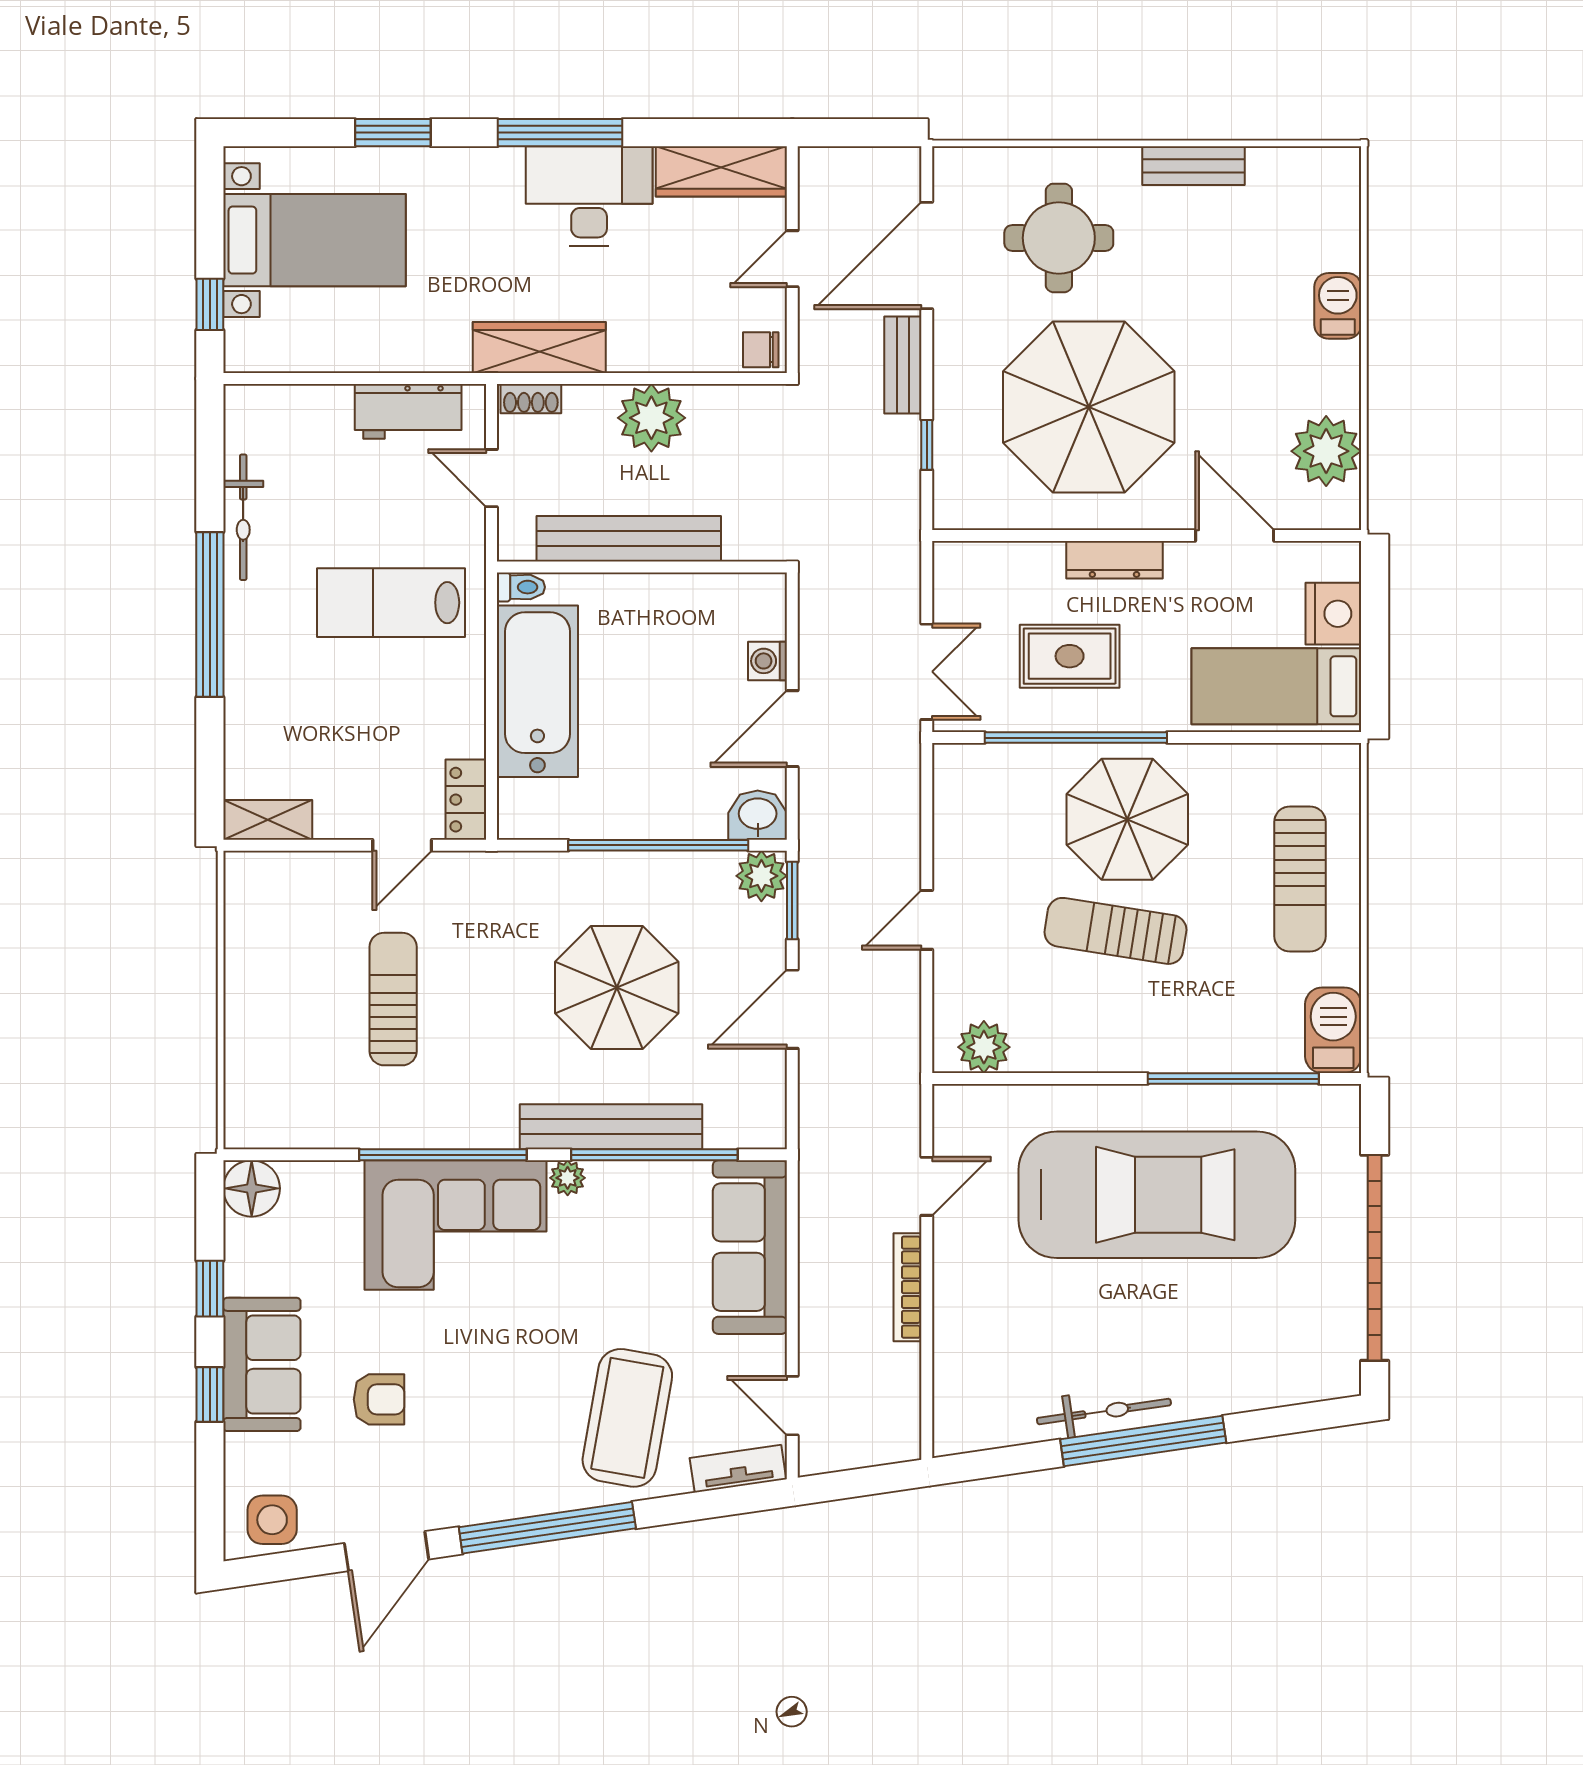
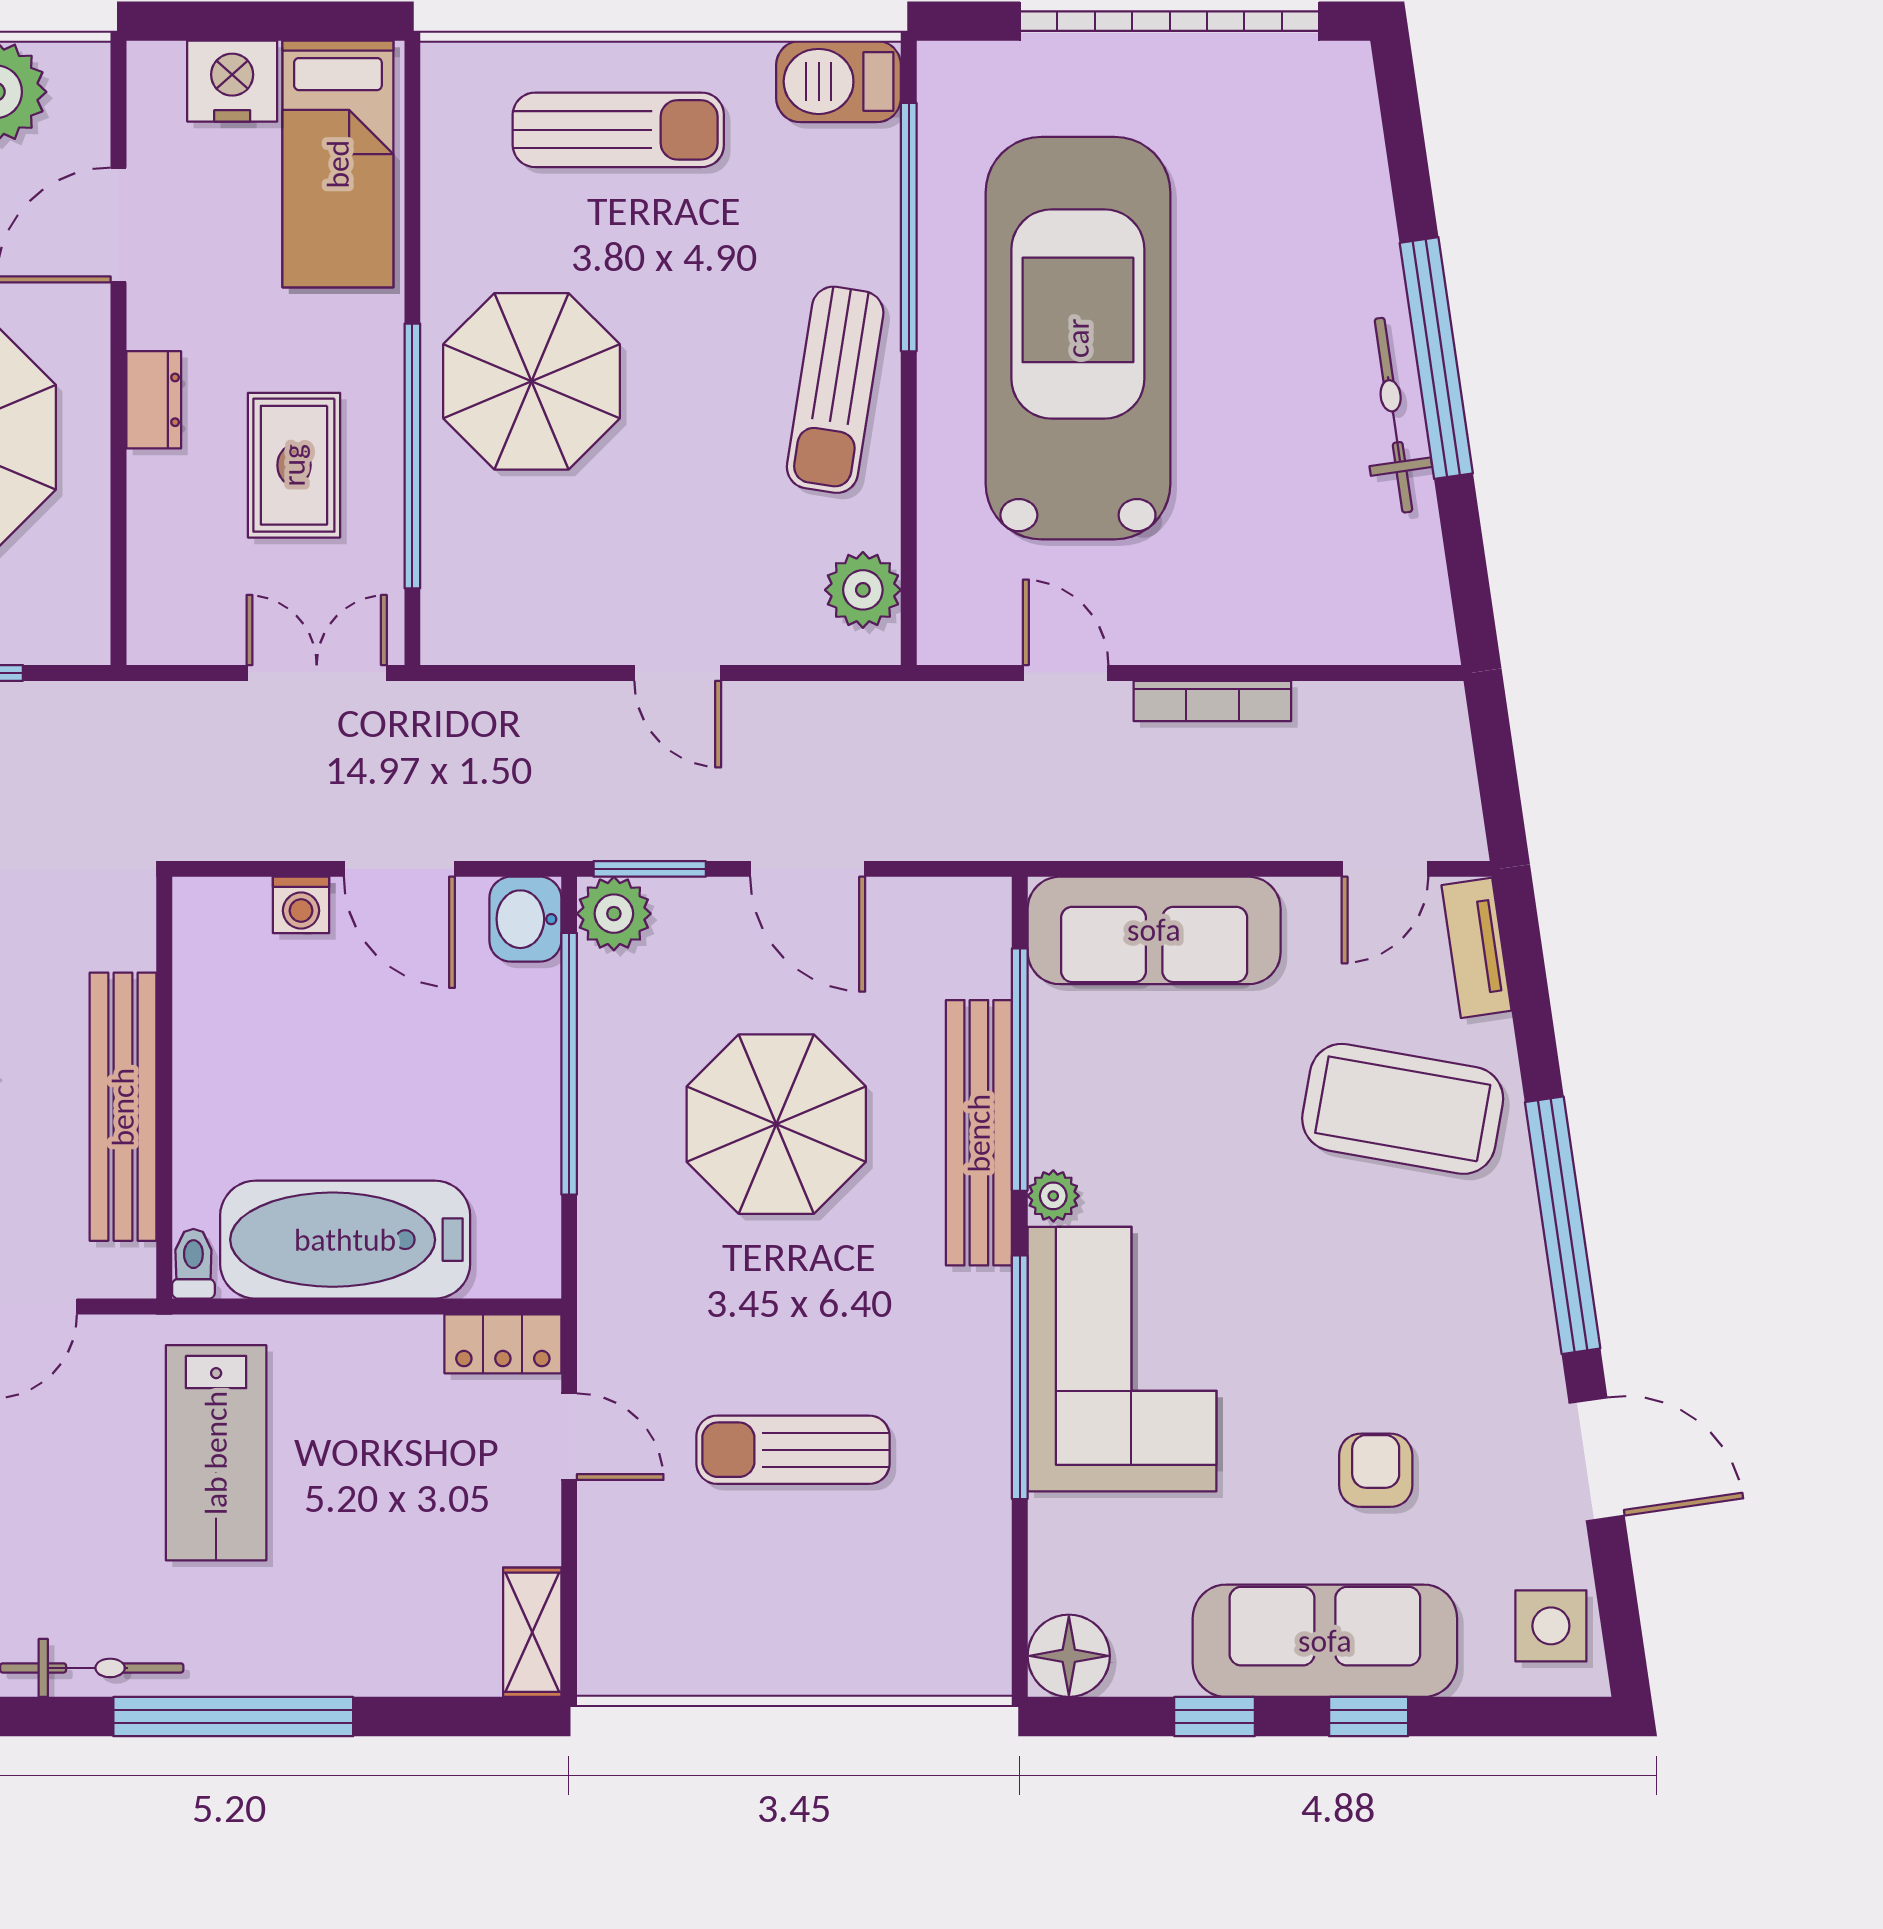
dresser: (1114, 560) -> (154, 400), width x0.70
sun lounger: (1115, 931) -> (835, 390), moved
sofa: (262, 1364) -> (1325, 1641), width x1.36

